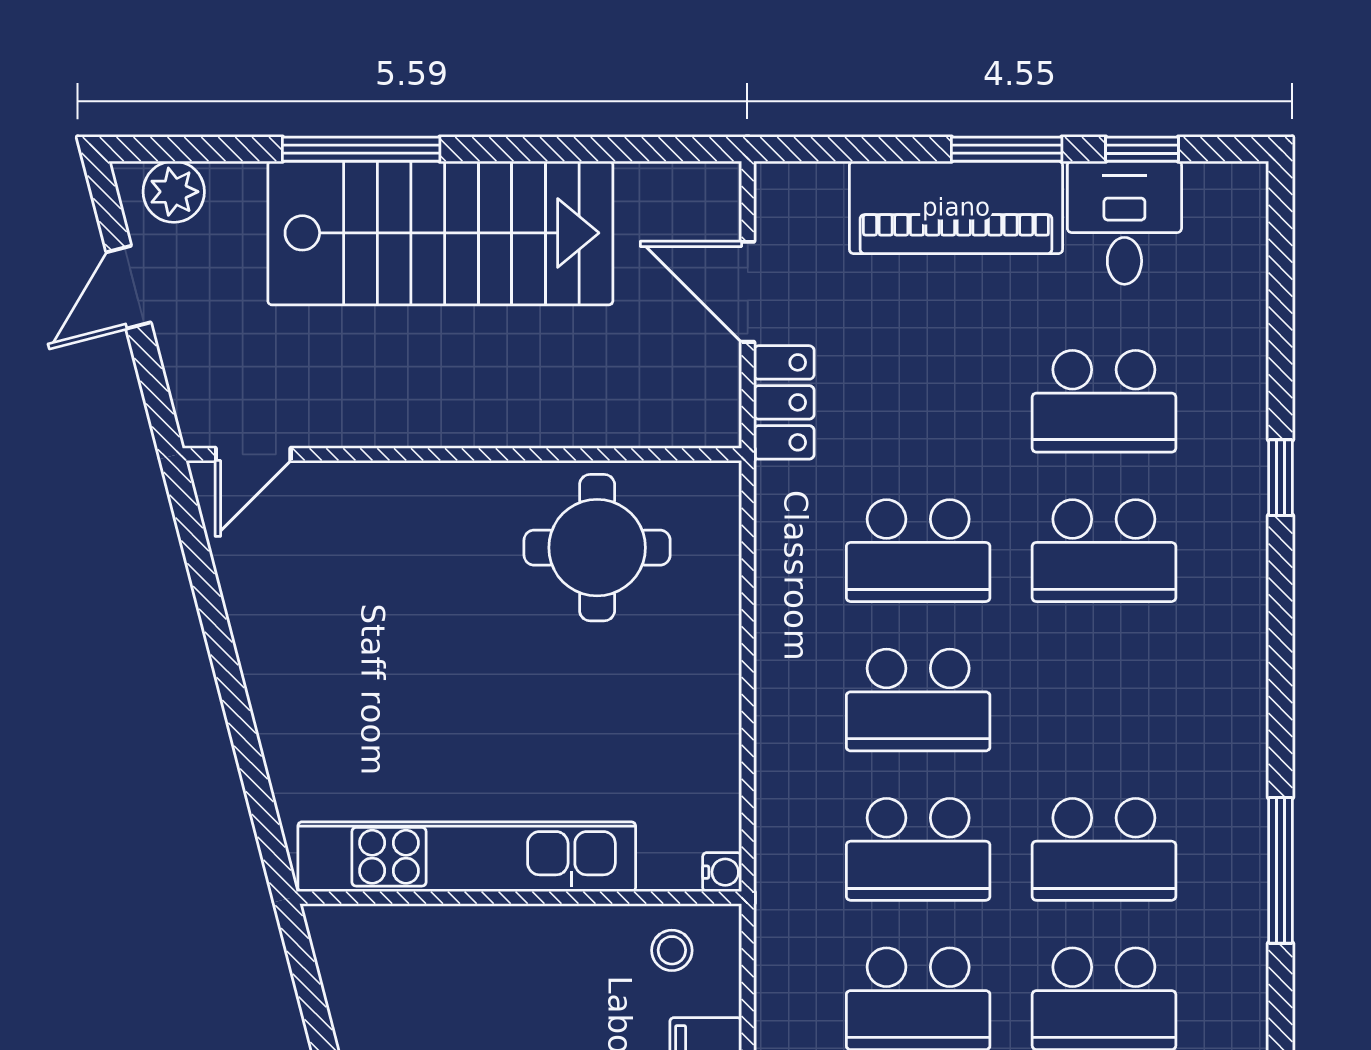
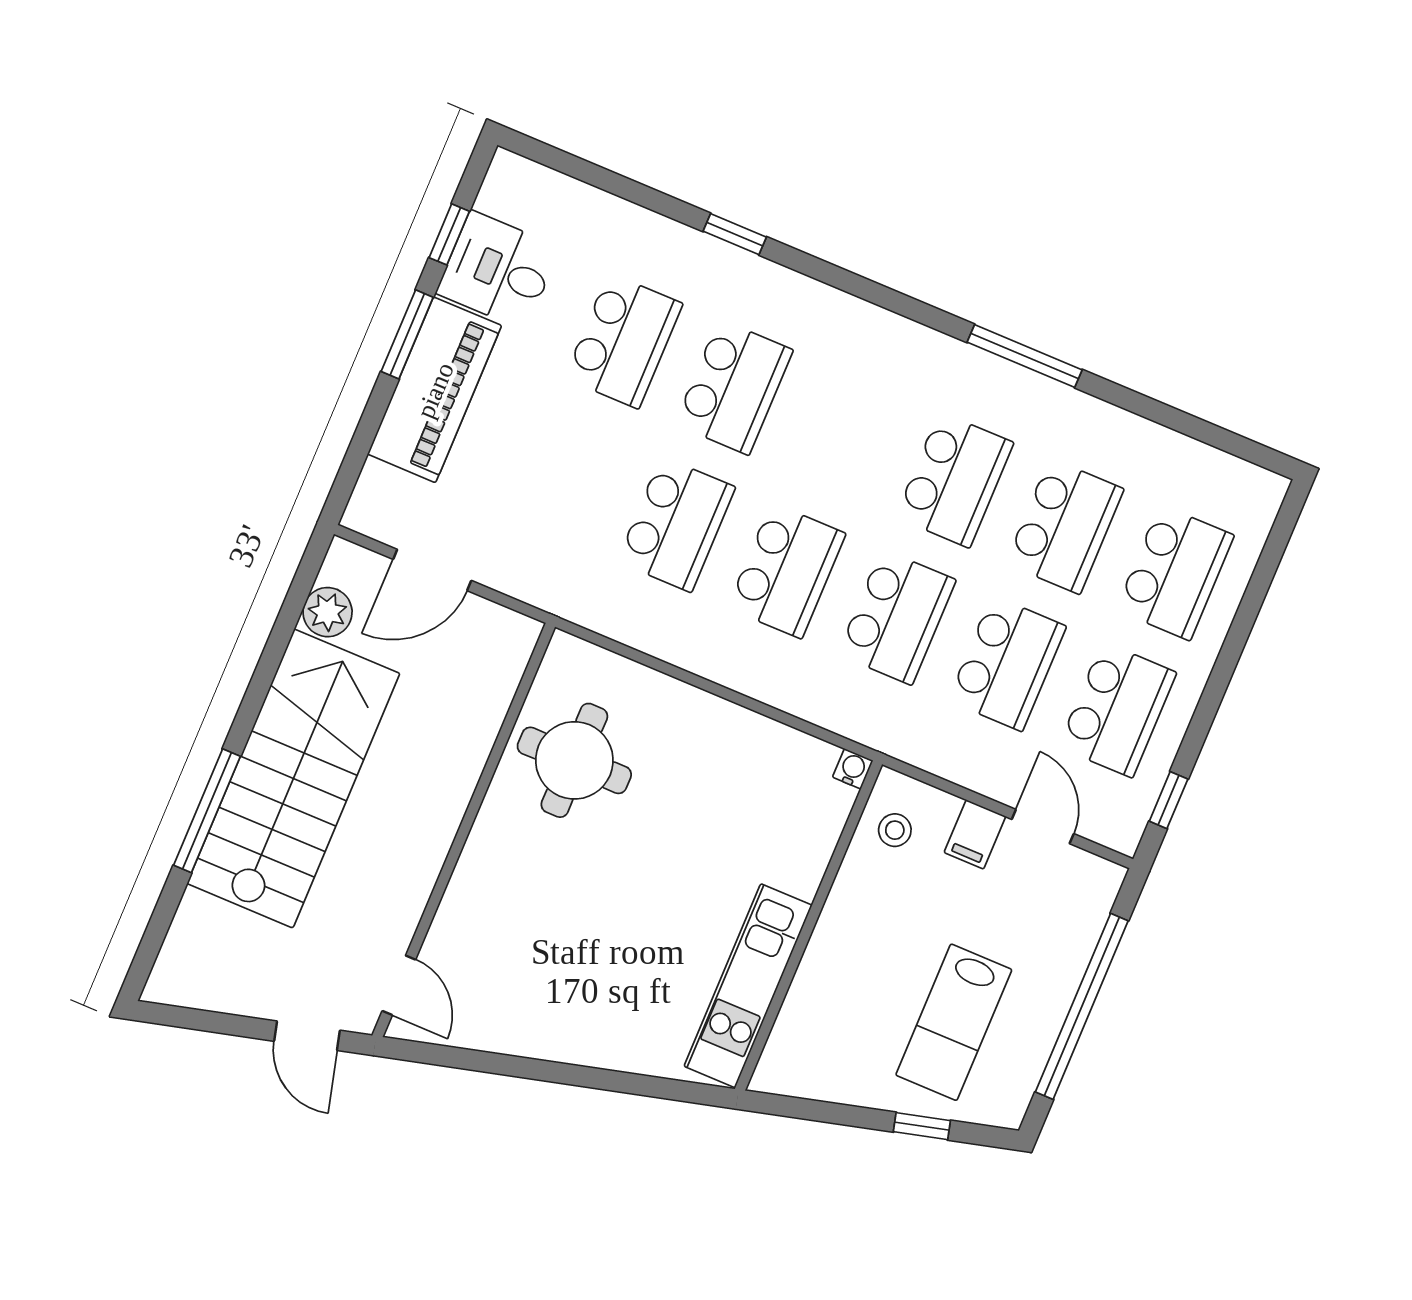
plant: (174, 192) -> (328, 612), moved
door: (129, 287) -> (307, 1036), moved
locker: (784, 402) -> (525, 577), removed
kitchen unit: (467, 857) -> (748, 986), width x0.73

